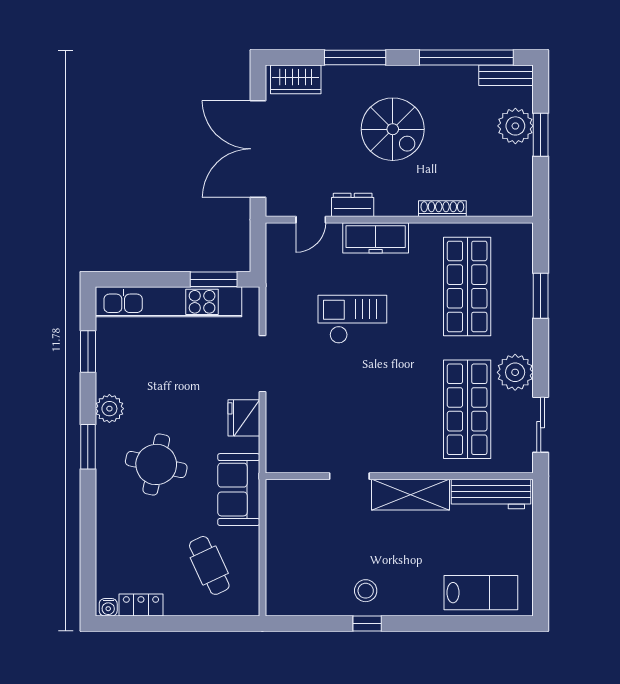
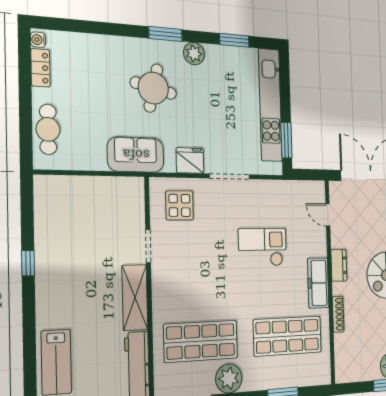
dresser: (353, 205) -> (339, 265), moved
freezer: (376, 238) -> (318, 283), moved
checkout: (352, 319) -> (262, 247), turned -90
display table: (300, 434) -> (179, 205), added
cafe table: (209, 565) -> (48, 129), moved, turned -65
stool: (366, 591) -> (56, 261), removed

